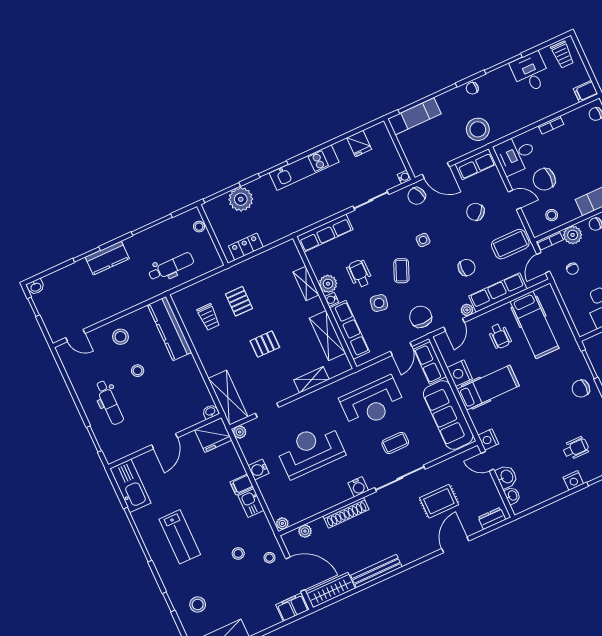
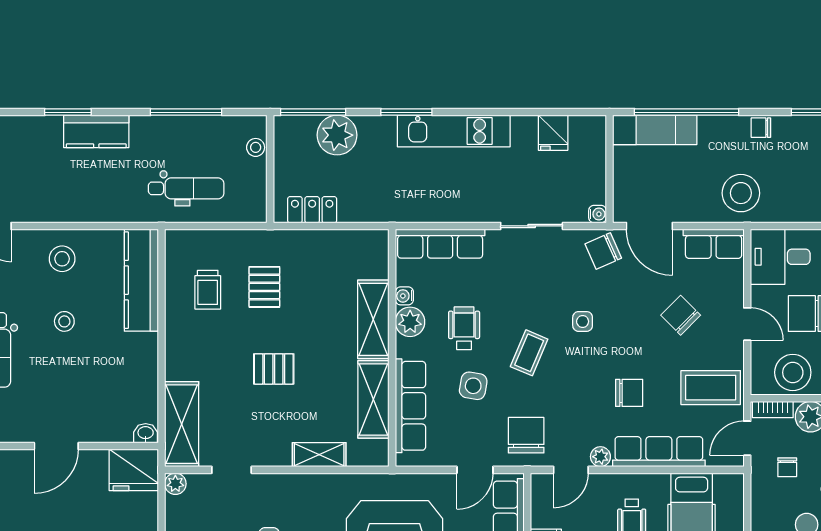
stool: (552, 215) -> (793, 372), width x1.89, depth x1.89
shelving: (306, 283) -> (373, 319), width x1.50, depth x1.33
water cooler: (331, 299) -> (404, 296), moved

